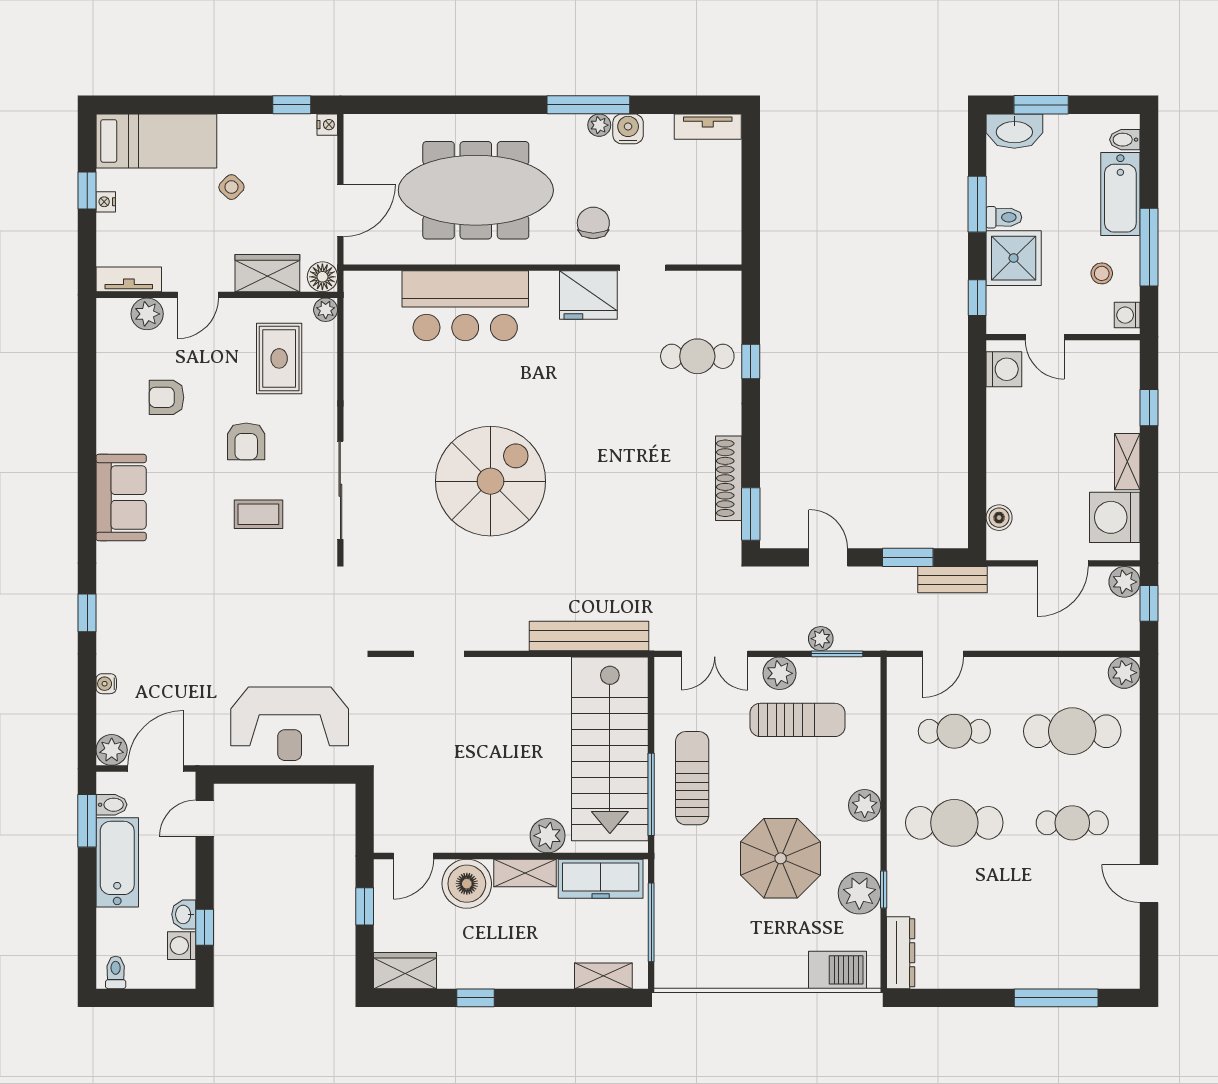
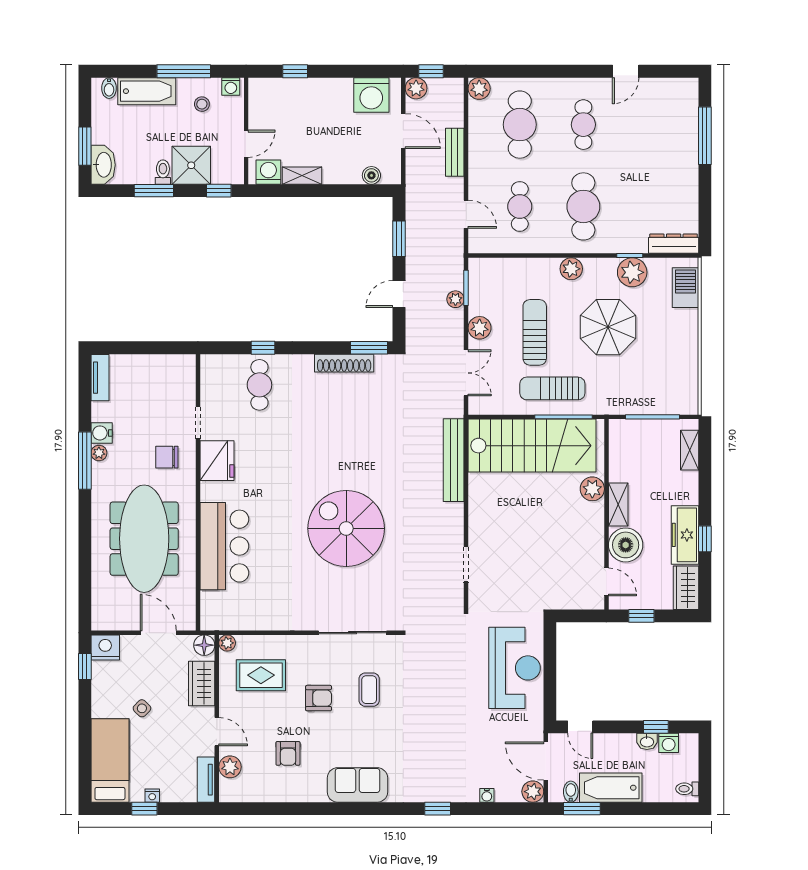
nightstand: (327, 125) -> (105, 647), width x1.89, depth x1.79
shelving: (1127, 462) -> (302, 176), moved
bench: (952, 580) -> (455, 152), moved
sun lounger: (798, 720) -> (535, 332), moved
freezer: (601, 879) -> (685, 535), moved, turned 180

